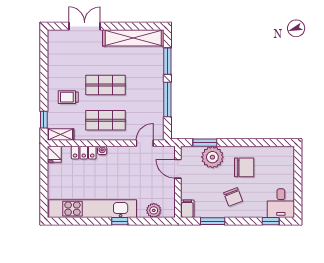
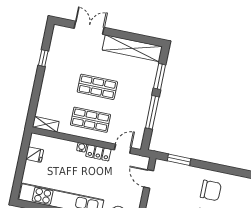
trolley: (68, 97) -> (60, 91), removed
window: (44, 120) -> (43, 58), moved
locker: (84, 153) -> (98, 153), moved
fridge: (54, 154) -> (35, 155), moved, turned -90
plant: (212, 157) -> (183, 175), removed

